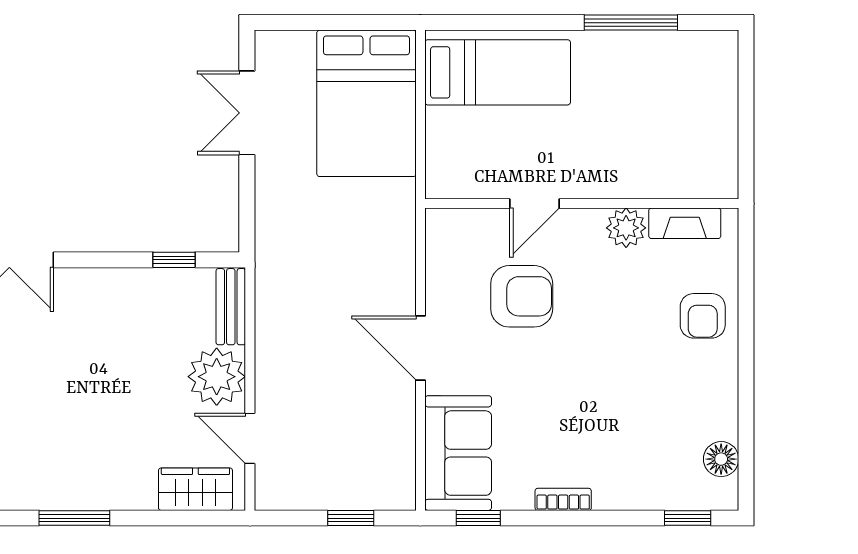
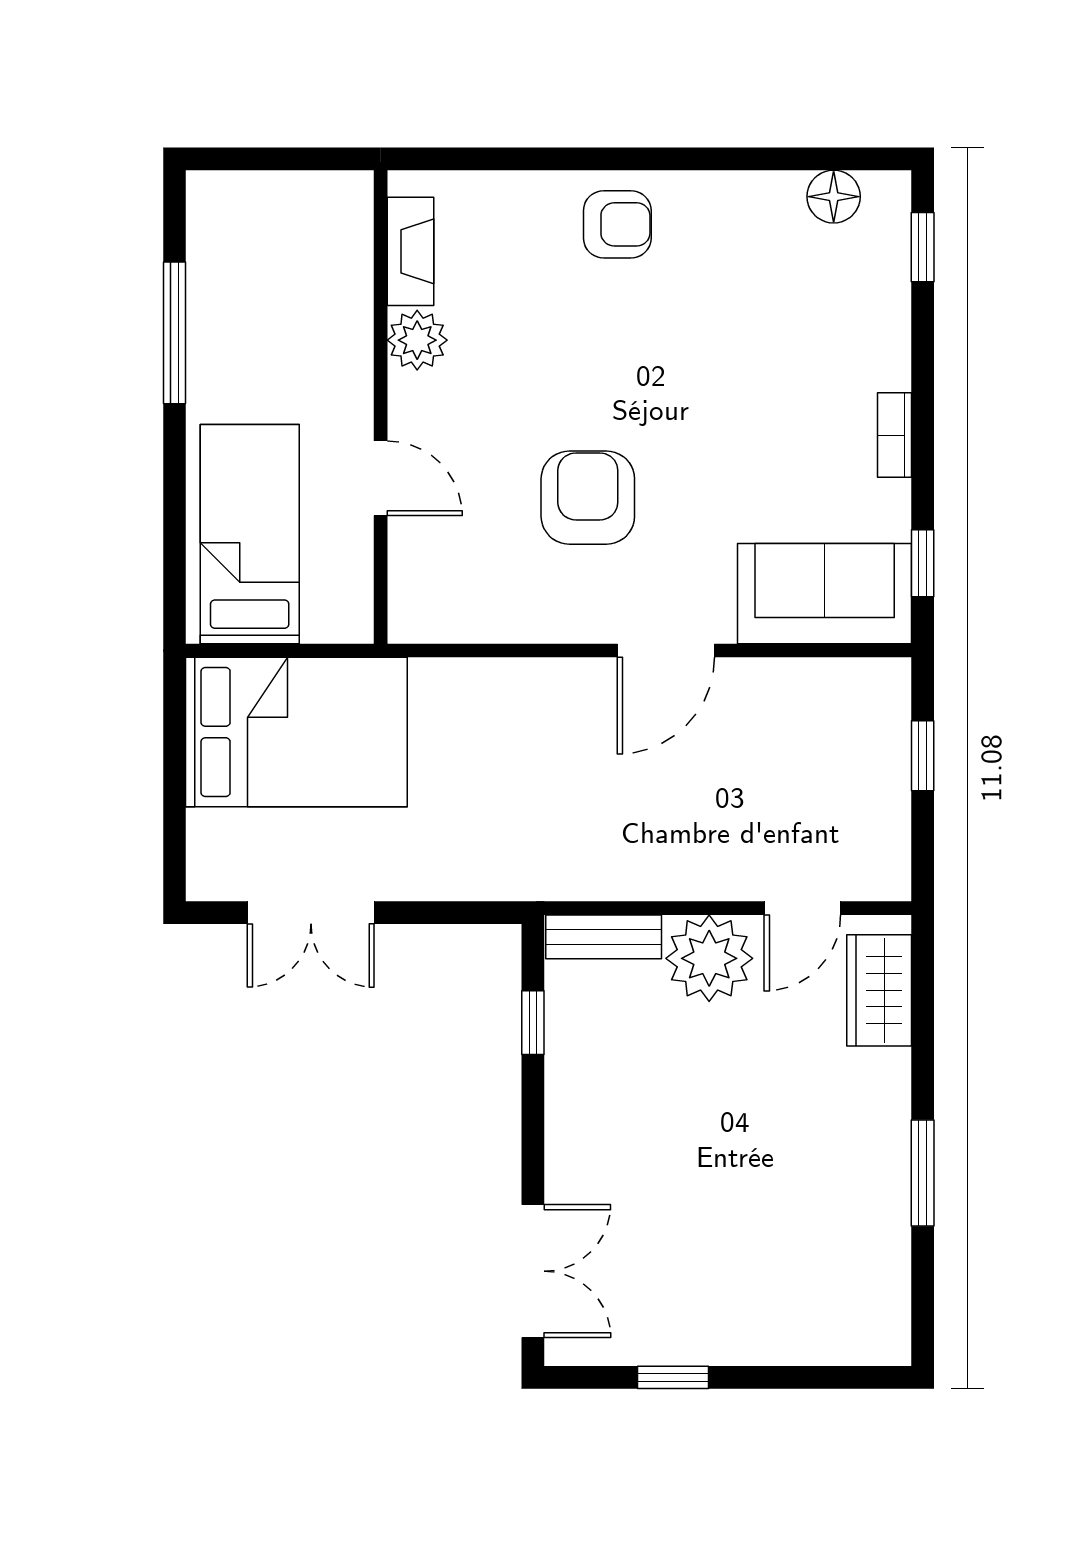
door: (534, 204) -> (381, 478), moved
wall: (582, 204) -> (381, 407), moved
fireplace: (685, 223) -> (410, 251), moved
plant: (626, 228) -> (417, 340), moved

